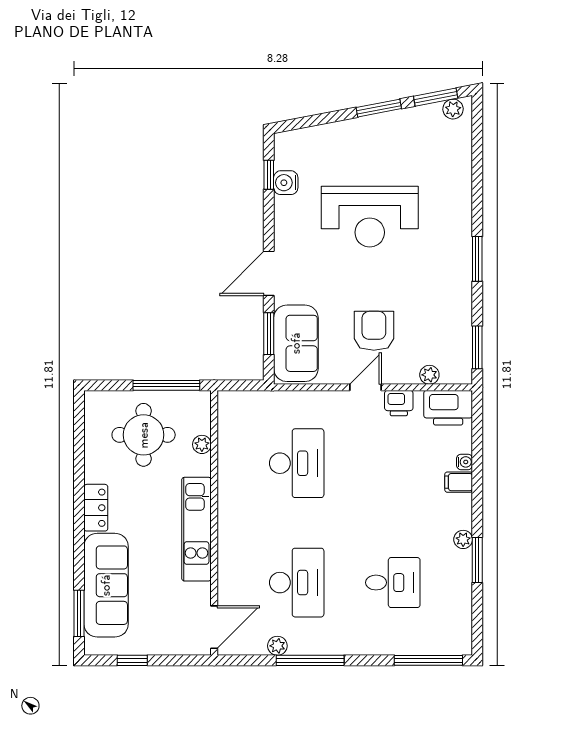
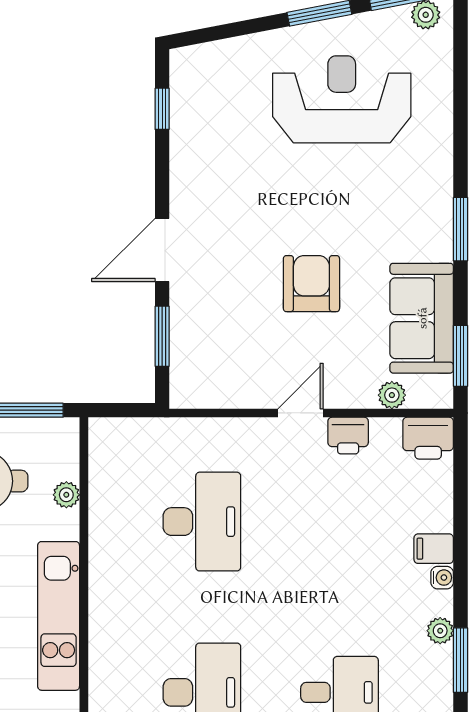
water cooler: (286, 183) -> (186, 120), removed
reception desk: (370, 217) -> (342, 99), moved, turned 180
armchair: (374, 331) -> (311, 284), moved
sofa: (296, 343) -> (422, 318), moved, turned 180
printer: (448, 408) -> (428, 438), width x0.73, depth x0.84
water cooler: (464, 462) -> (442, 578), moved

